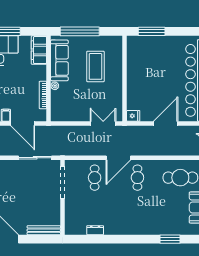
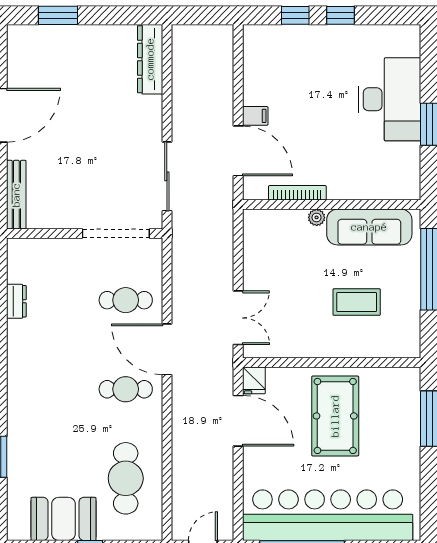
filing cabinet: (39, 50) -> (391, 185), removed
coffee table: (95, 66) -> (357, 302), width x0.73, depth x0.76
pool table: (150, 77) -> (335, 416), added
door: (23, 123) -> (238, 151), swing flipped
door: (166, 123) -> (238, 421), moved

